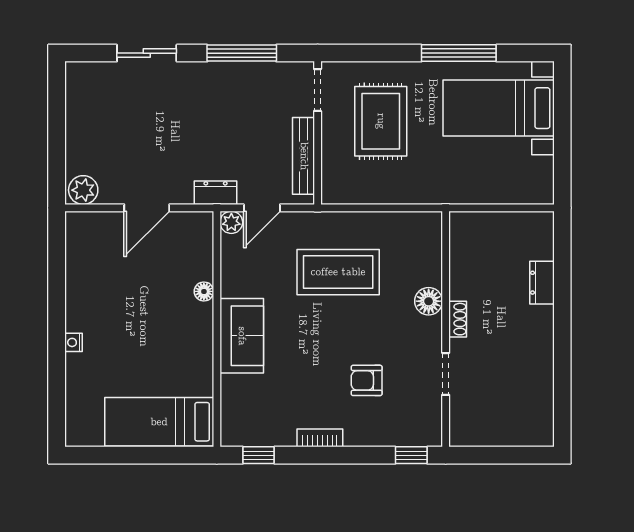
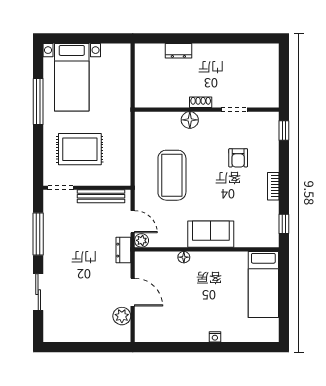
plant: (83, 190) -> (122, 316), moved

